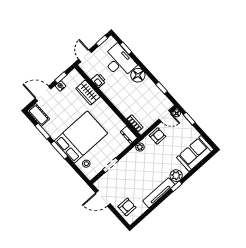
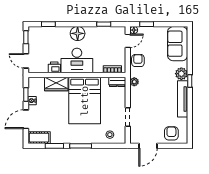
desk: (119, 61) -> (77, 60), moved, turned 180
bed: (81, 137) -> (85, 101), moved, turned 180

